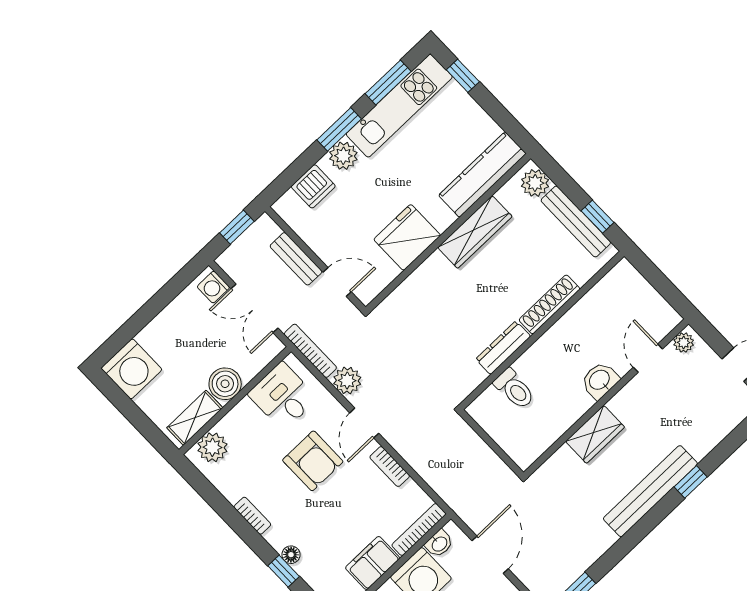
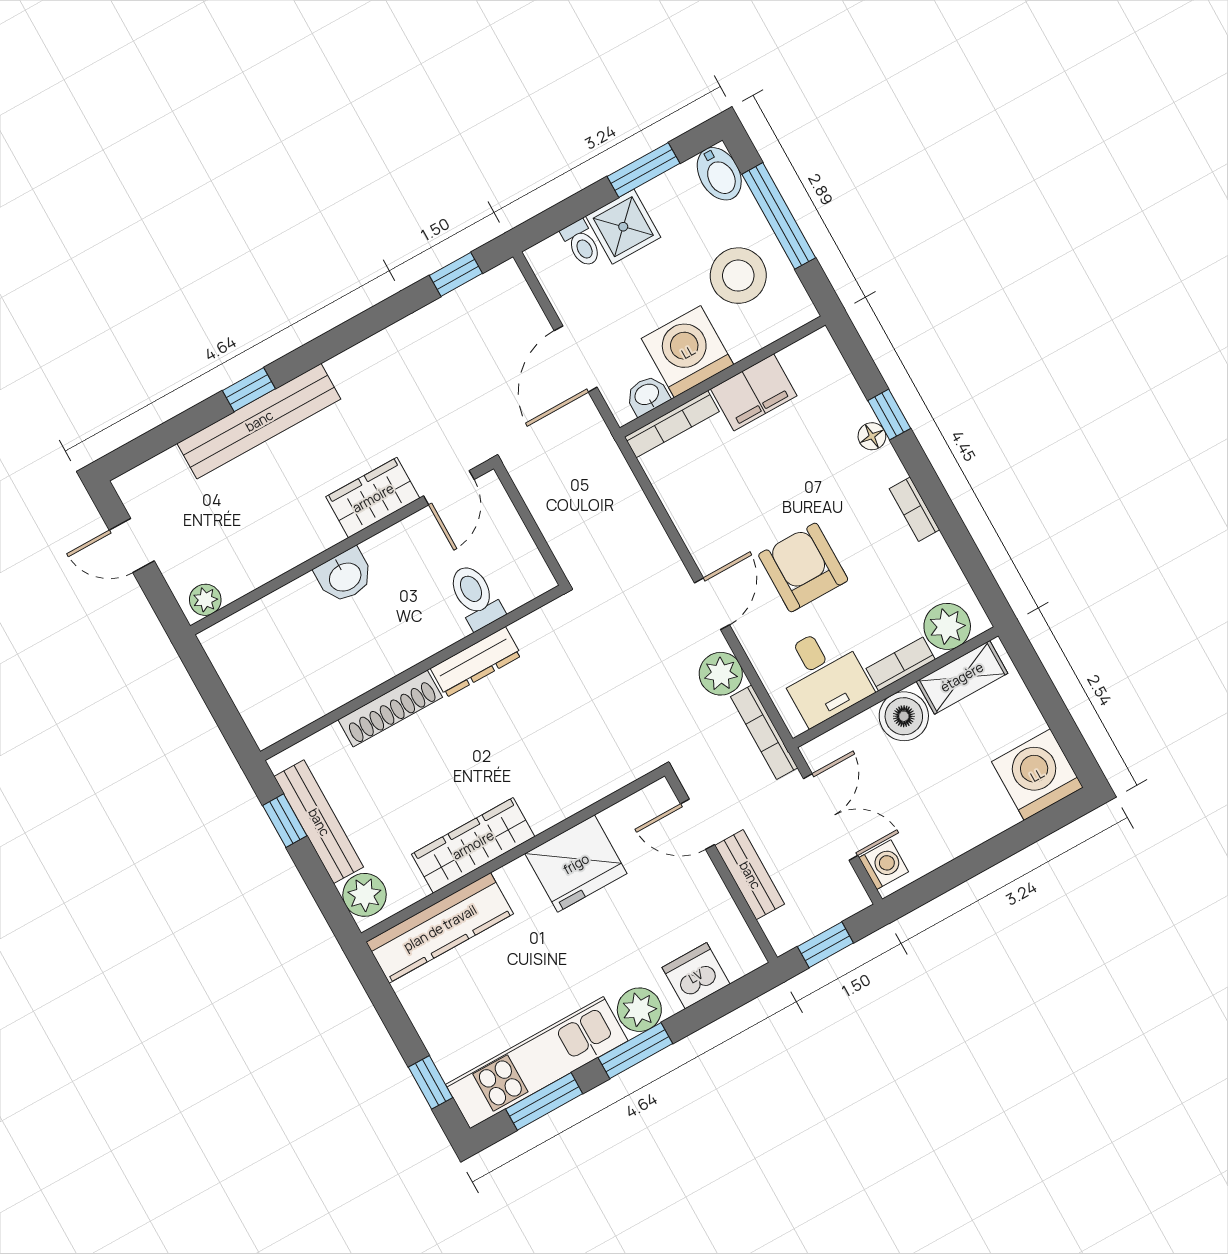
door: (648, 358) -> (449, 488), moved
bookcase: (390, 466) -> (901, 664), moved, turned -90
bench: (650, 491) -> (259, 421), moved

